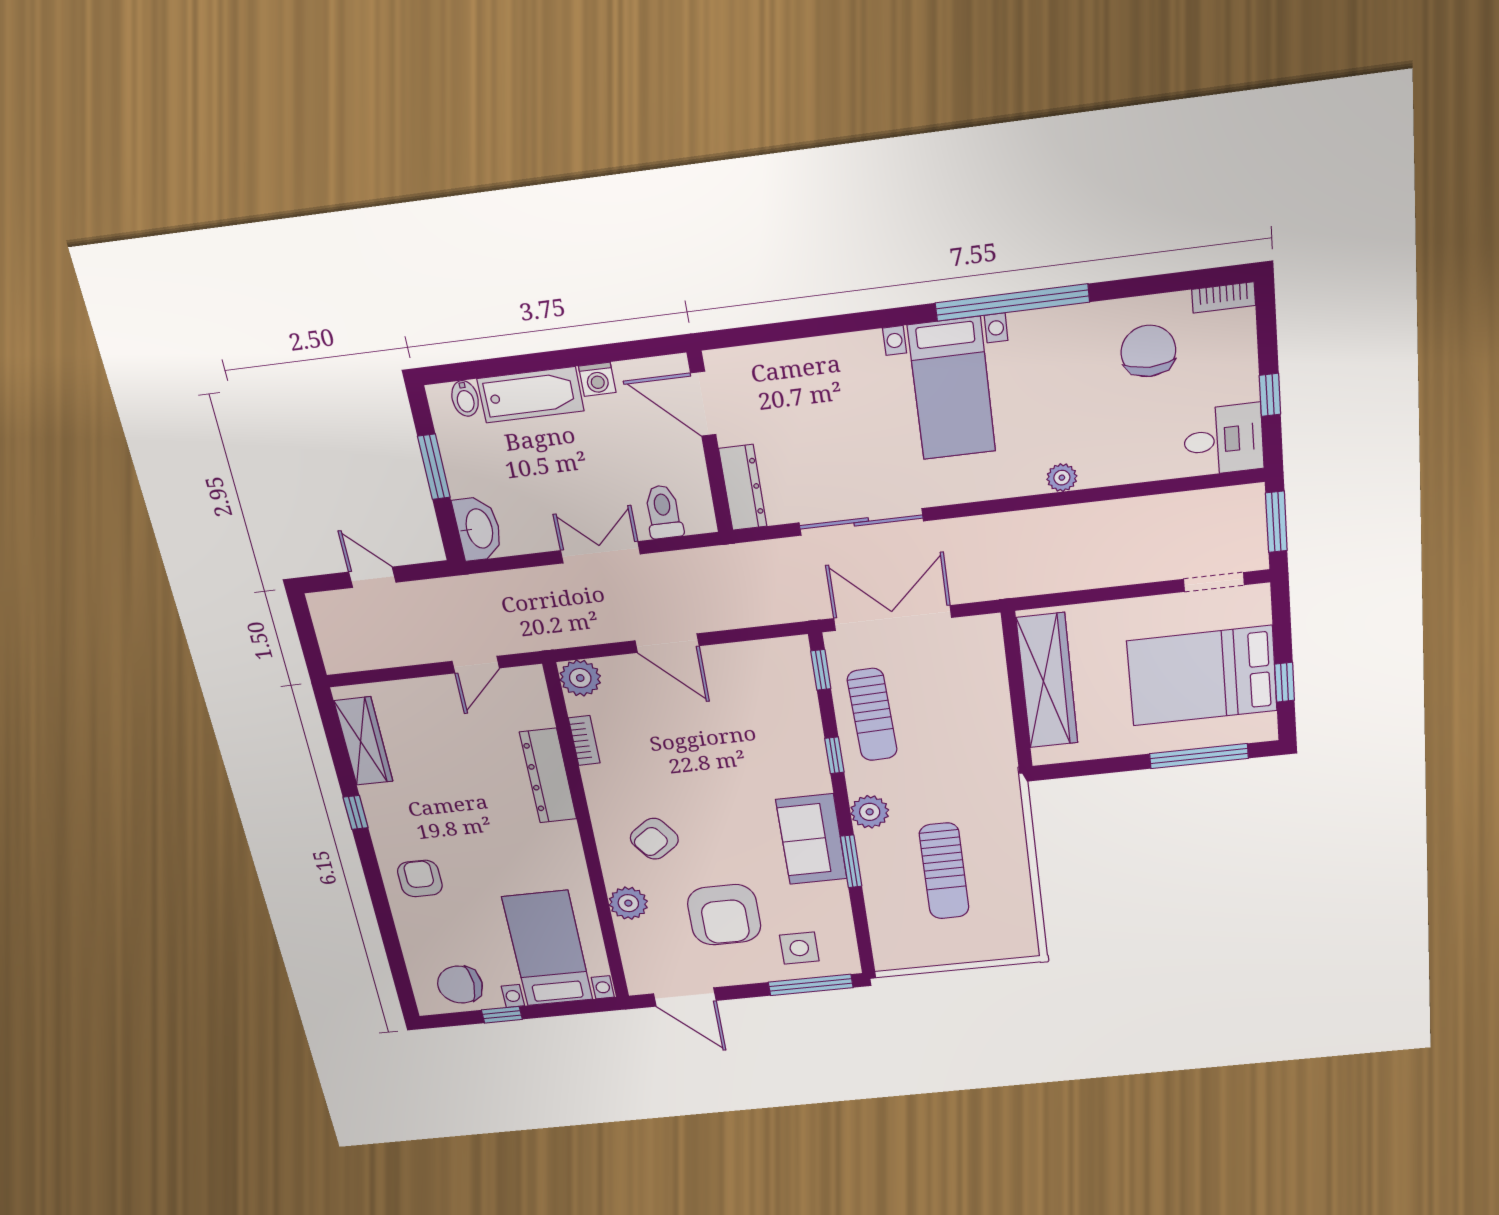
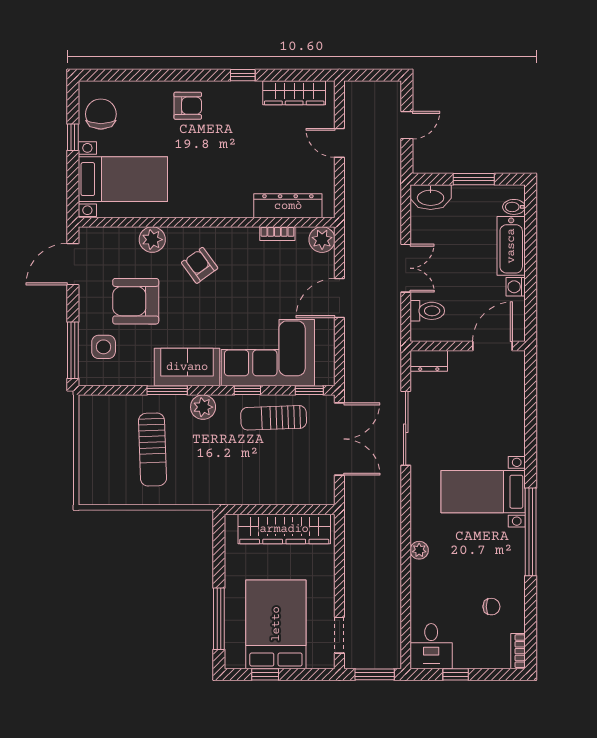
chair: (1148, 351) -> (491, 607), width x0.54, depth x0.54
dresser: (743, 488) -> (429, 361), width x0.70
door: (476, 665) -> (339, 143), moved
corner sofa: (771, 734) -> (268, 353), added
dresser: (548, 776) -> (288, 206), moved
sun lounger: (944, 871) -> (152, 450), turned -92

